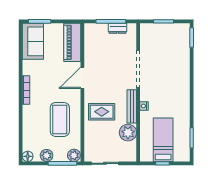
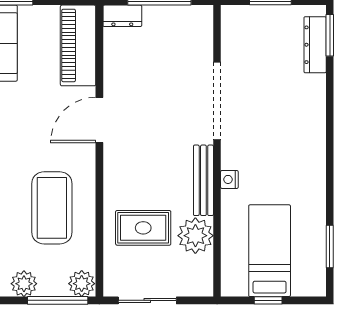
dresser: (118, 28) -> (122, 16), moved
dresser: (185, 42) -> (315, 45), added
rug: (102, 112) -> (143, 228), moved

